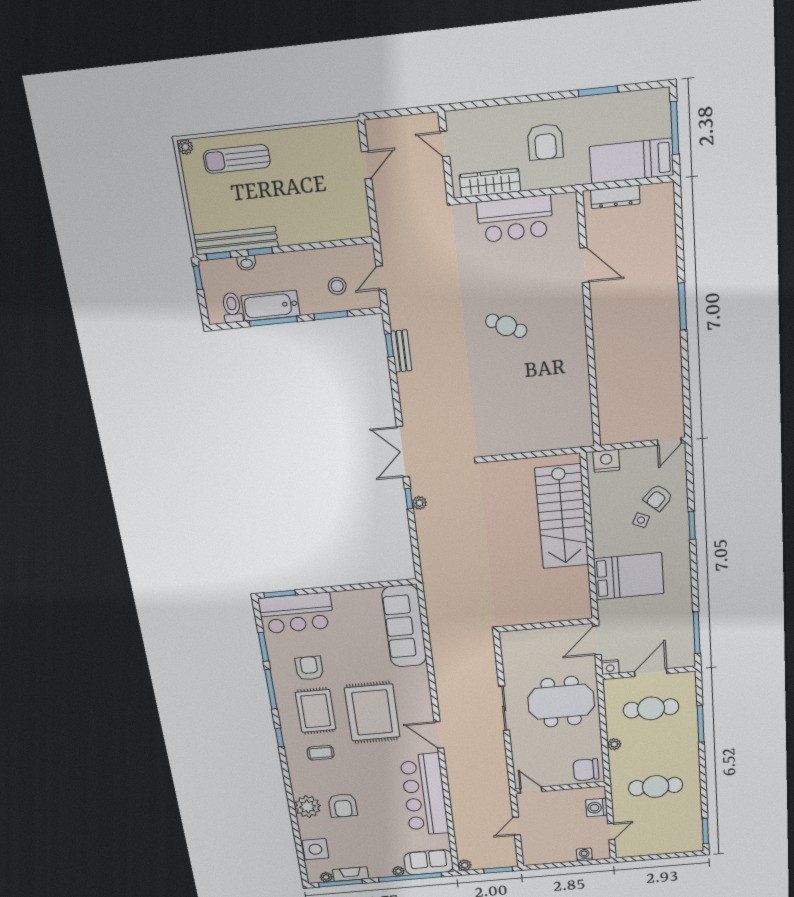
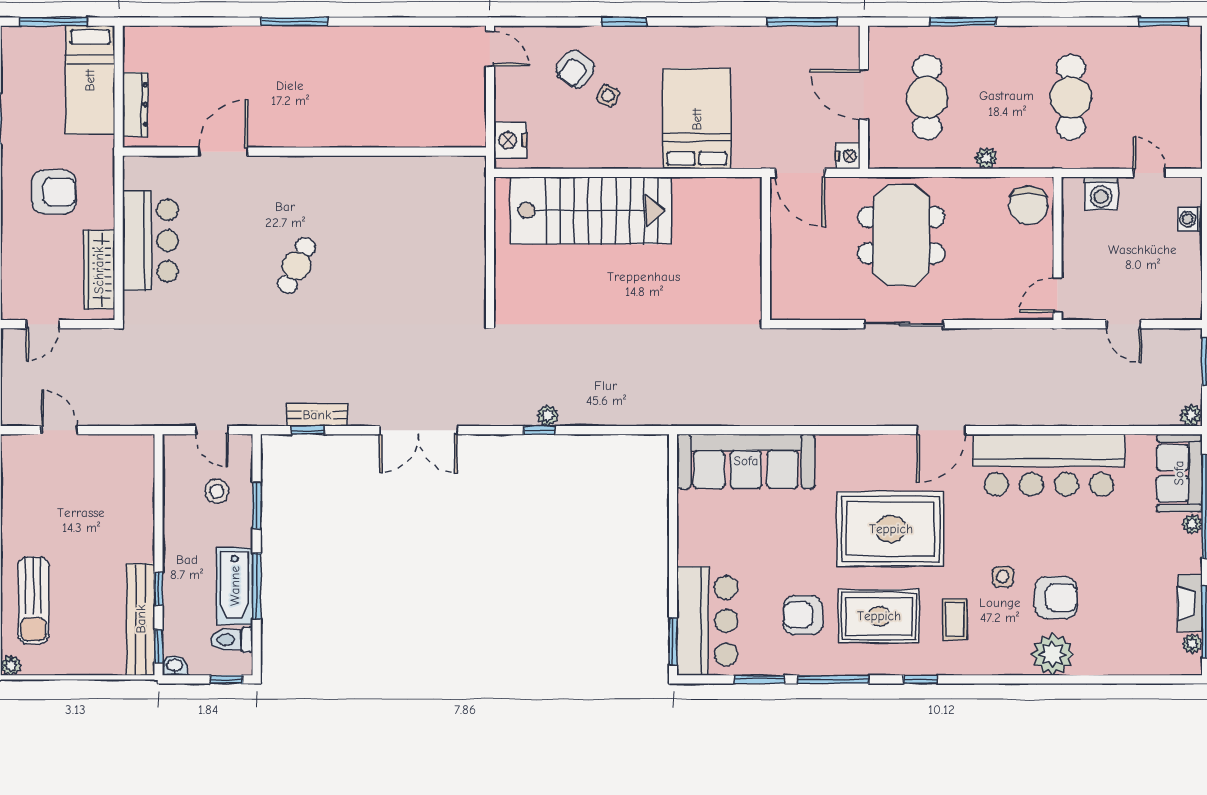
washbasin: (247, 263) -> (175, 666), moved, turned -90
window: (198, 278) -> (226, 679), moved
double door: (403, 452) -> (418, 430), moved
armchair: (658, 498) -> (575, 69), turned 84
side table: (315, 849) -> (1003, 577), moved, width x0.54, depth x0.54

